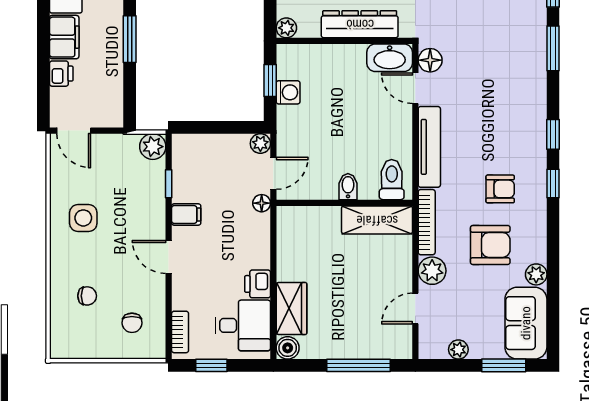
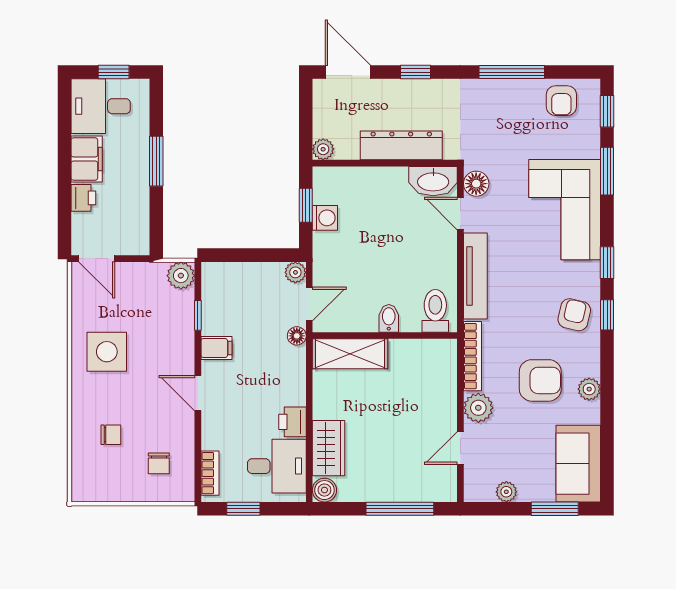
corner sofa: (513, 85) -> (565, 210), added
armchair: (500, 189) -> (574, 315), moved, turned -77
side table: (83, 218) -> (107, 352), width x1.37, depth x1.37
shelving: (377, 220) -> (350, 354), moved
plant: (536, 274) -> (589, 389), moved

